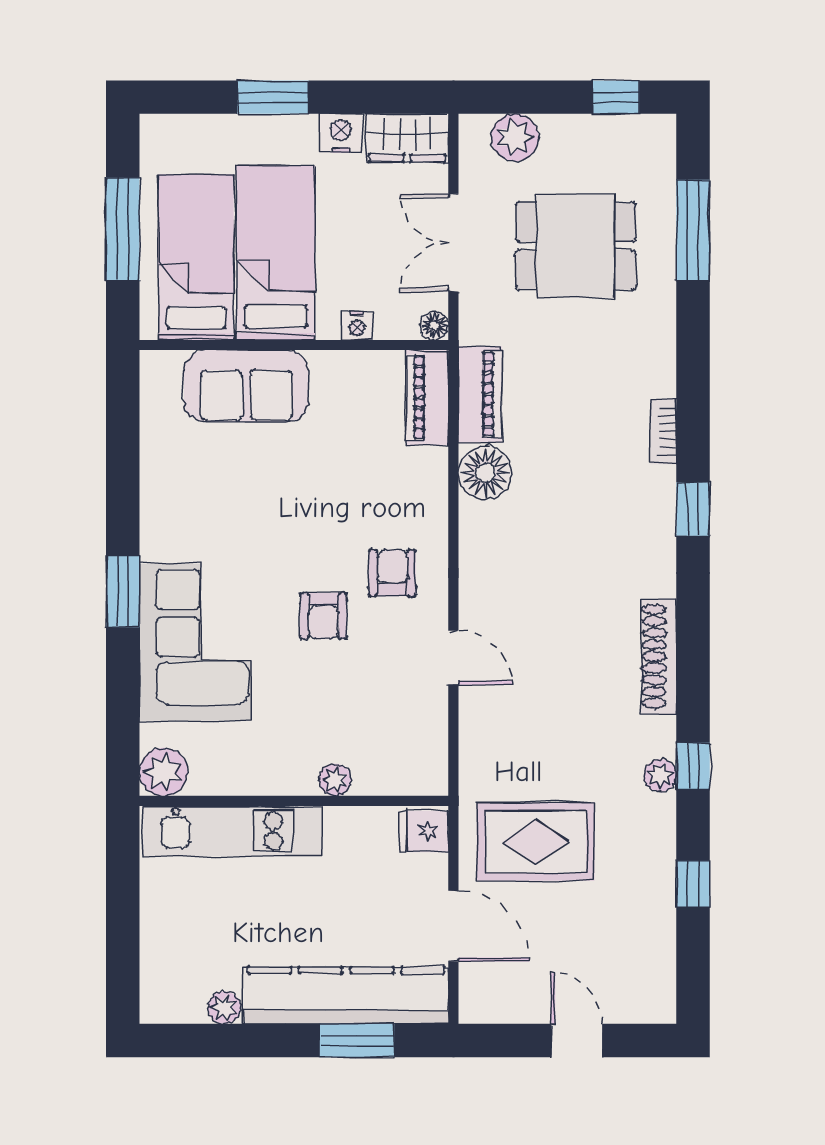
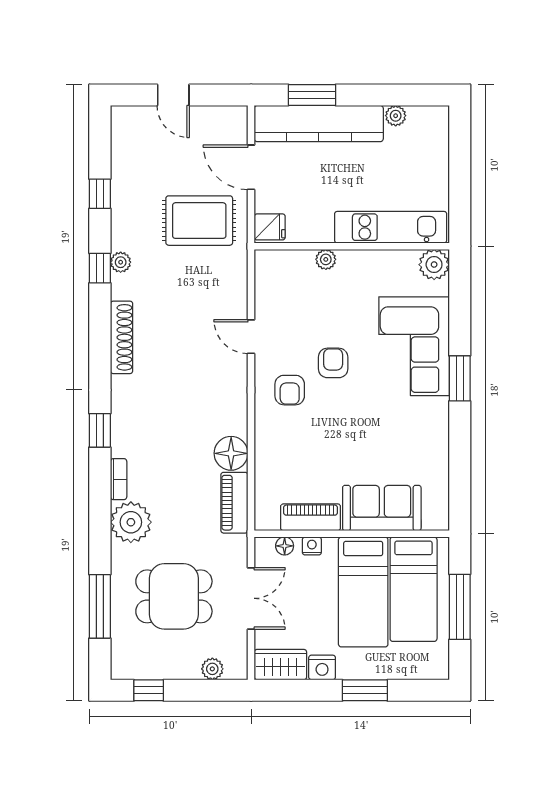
plant: (515, 137) -> (212, 669), width x0.73, depth x0.73
floor lamp: (434, 326) -> (285, 546), moved
plant: (644, 363) -> (131, 522), added
piano: (427, 397) -> (311, 517), moved, turned -90

